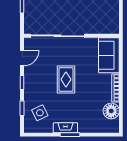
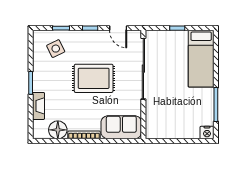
rug: (66, 79) -> (94, 78), width x1.36, depth x1.43
fireplace: (65, 128) -> (39, 106), moved

